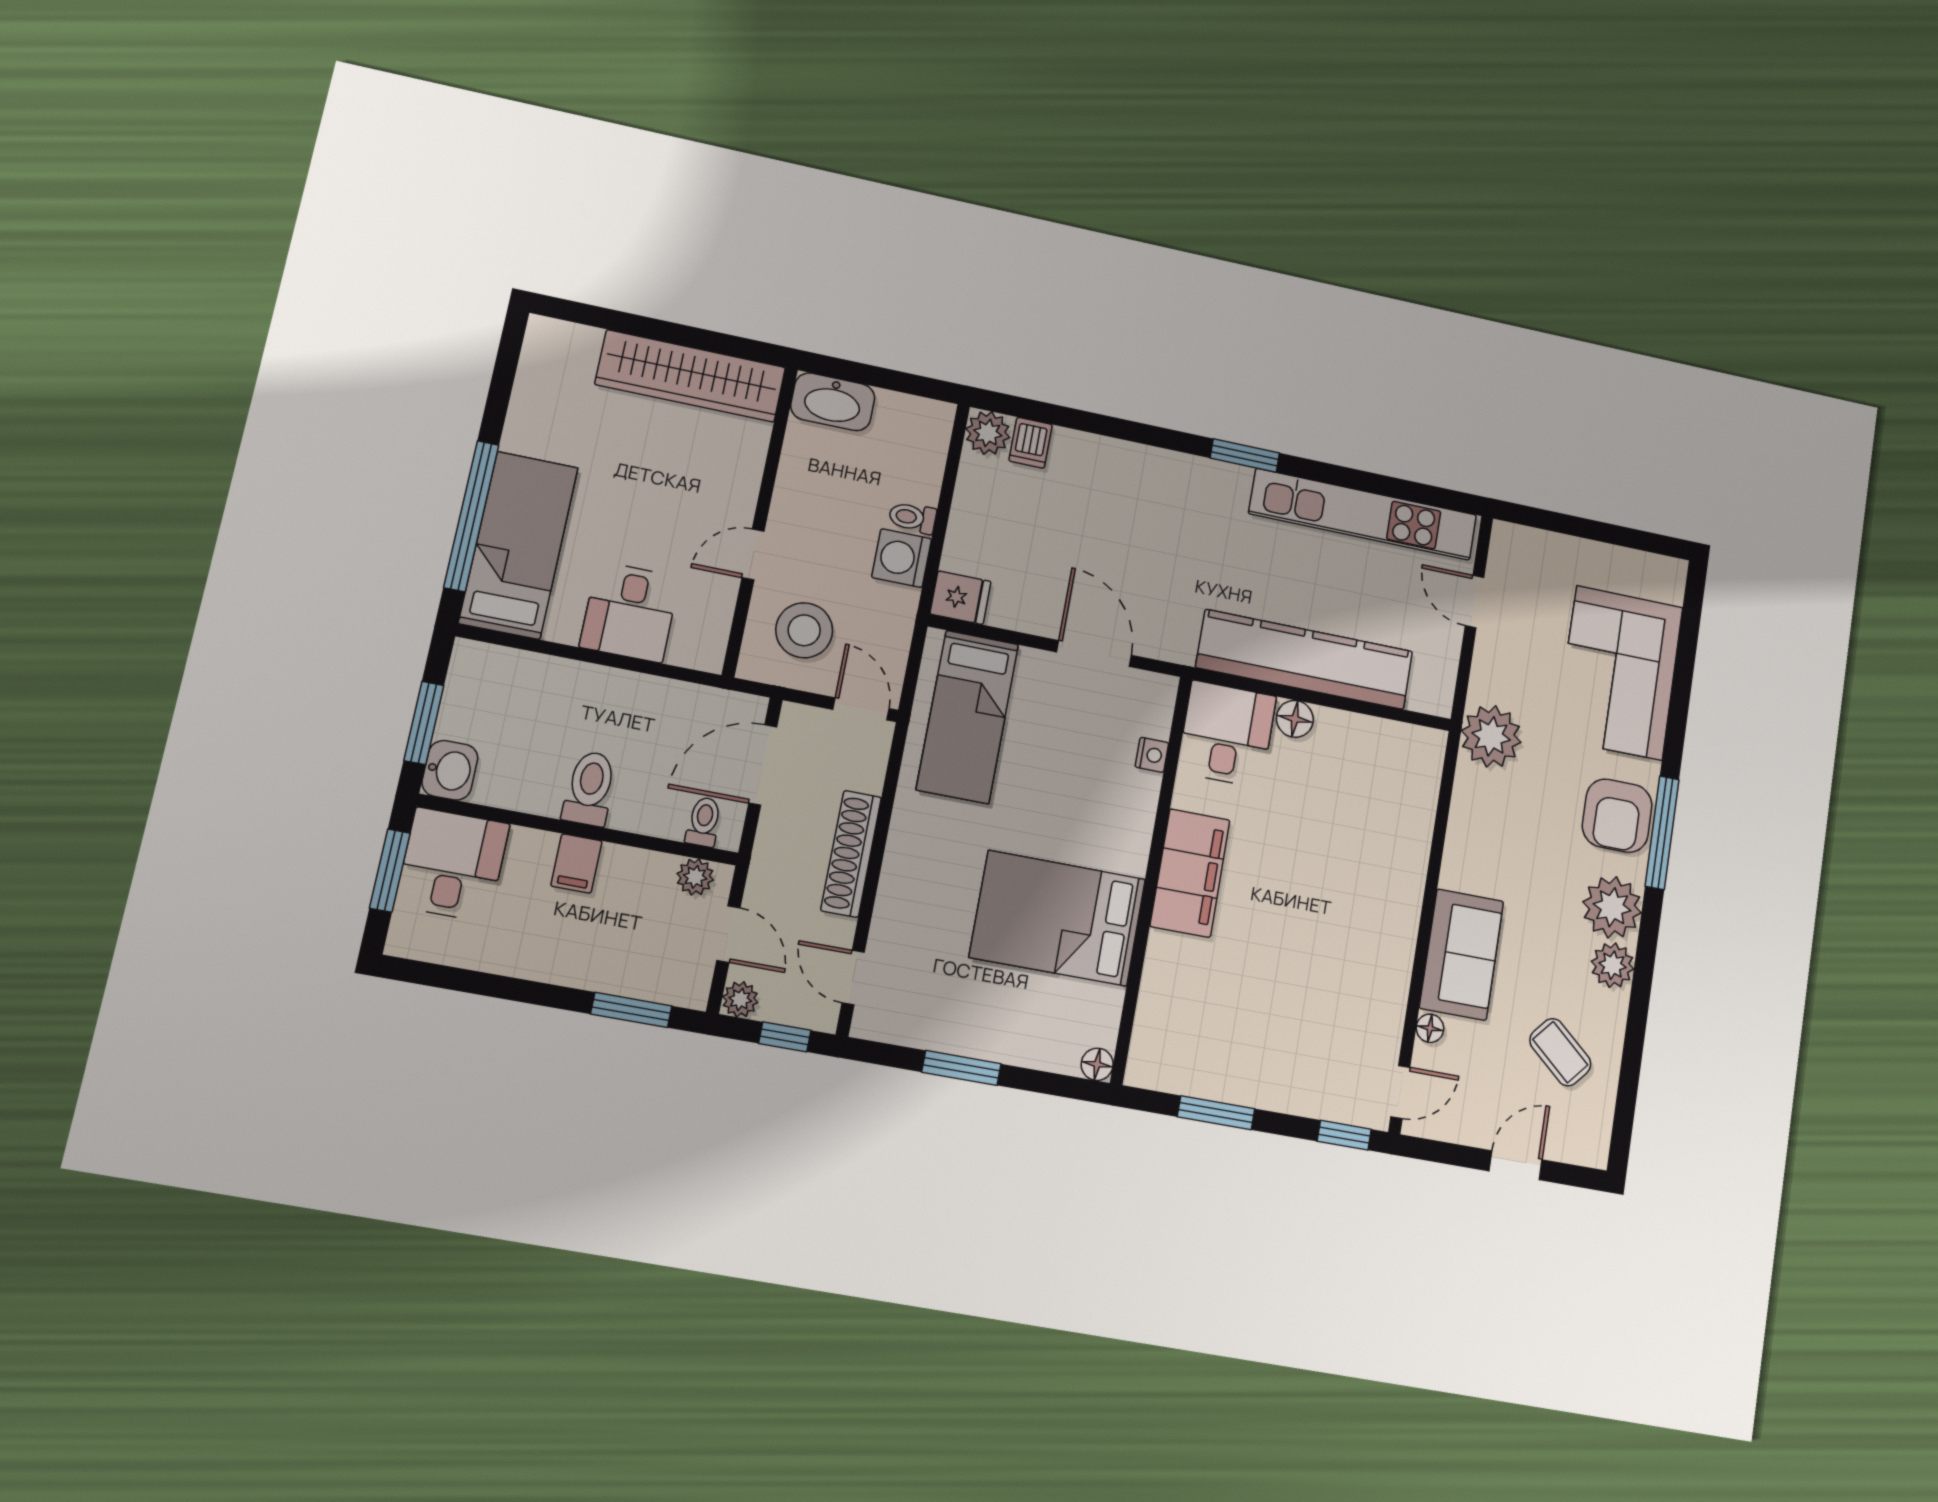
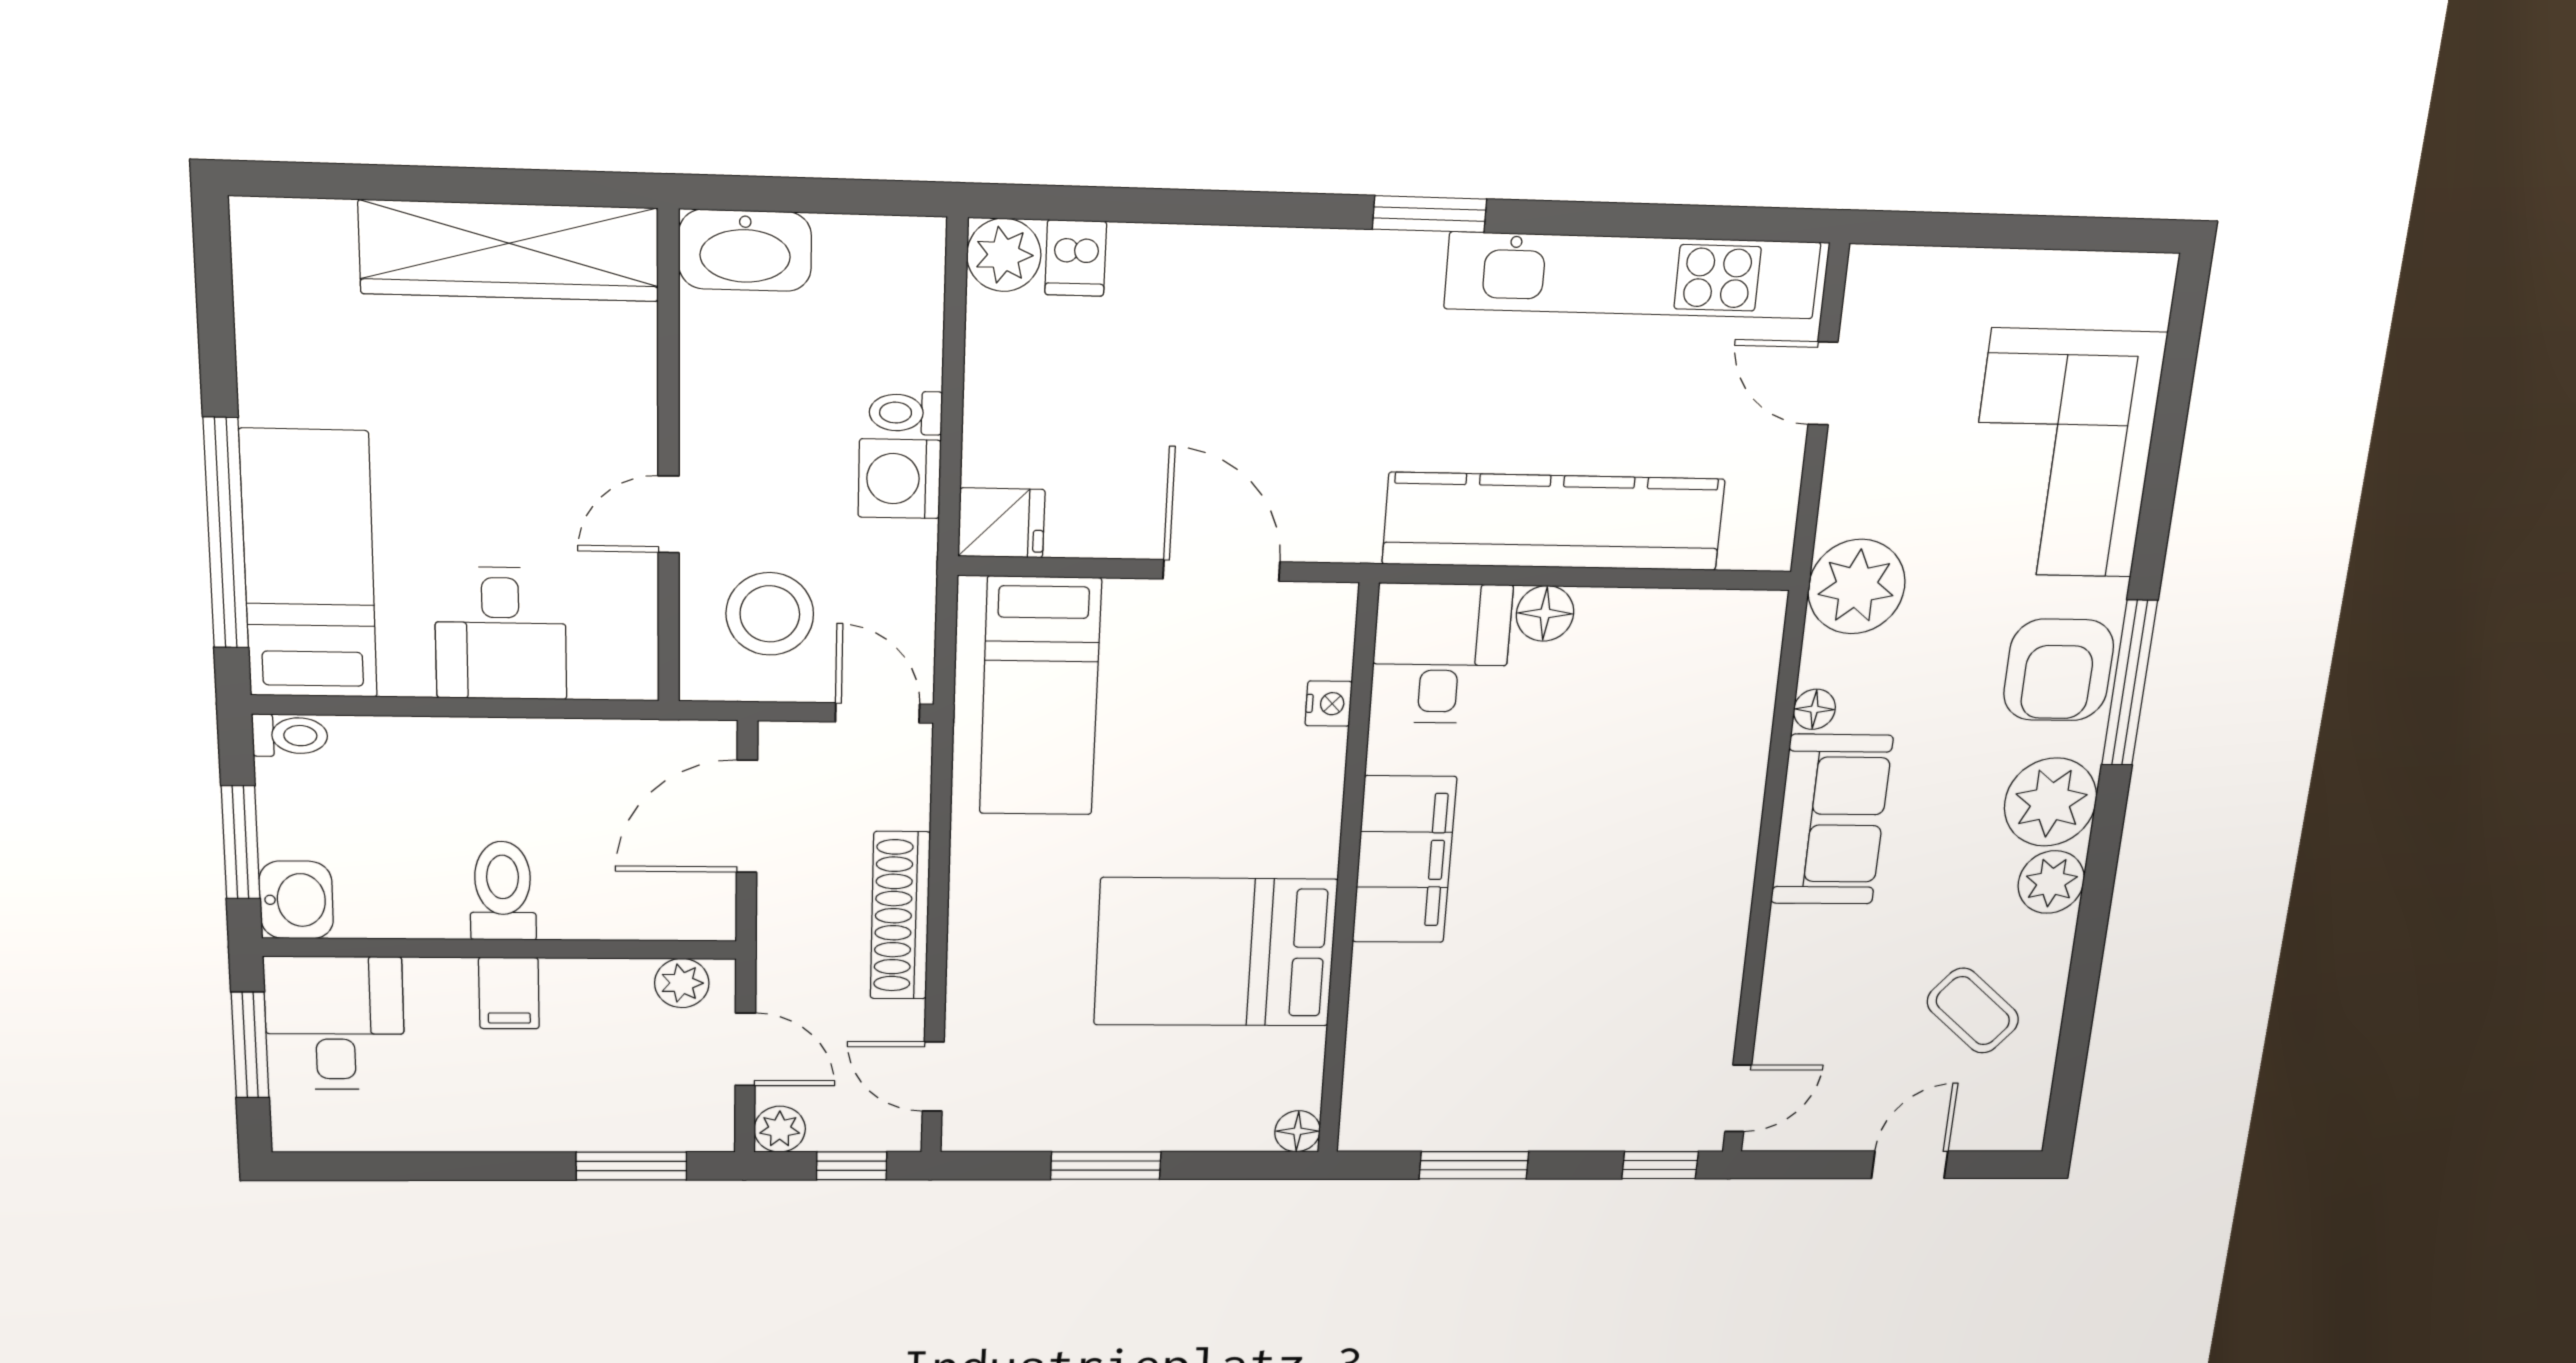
toilet: (704, 822) -> (290, 735), moved, turned 90
sofa: (1462, 955) -> (1832, 820), moved
floor lamp: (1430, 1028) -> (1814, 709), moved

